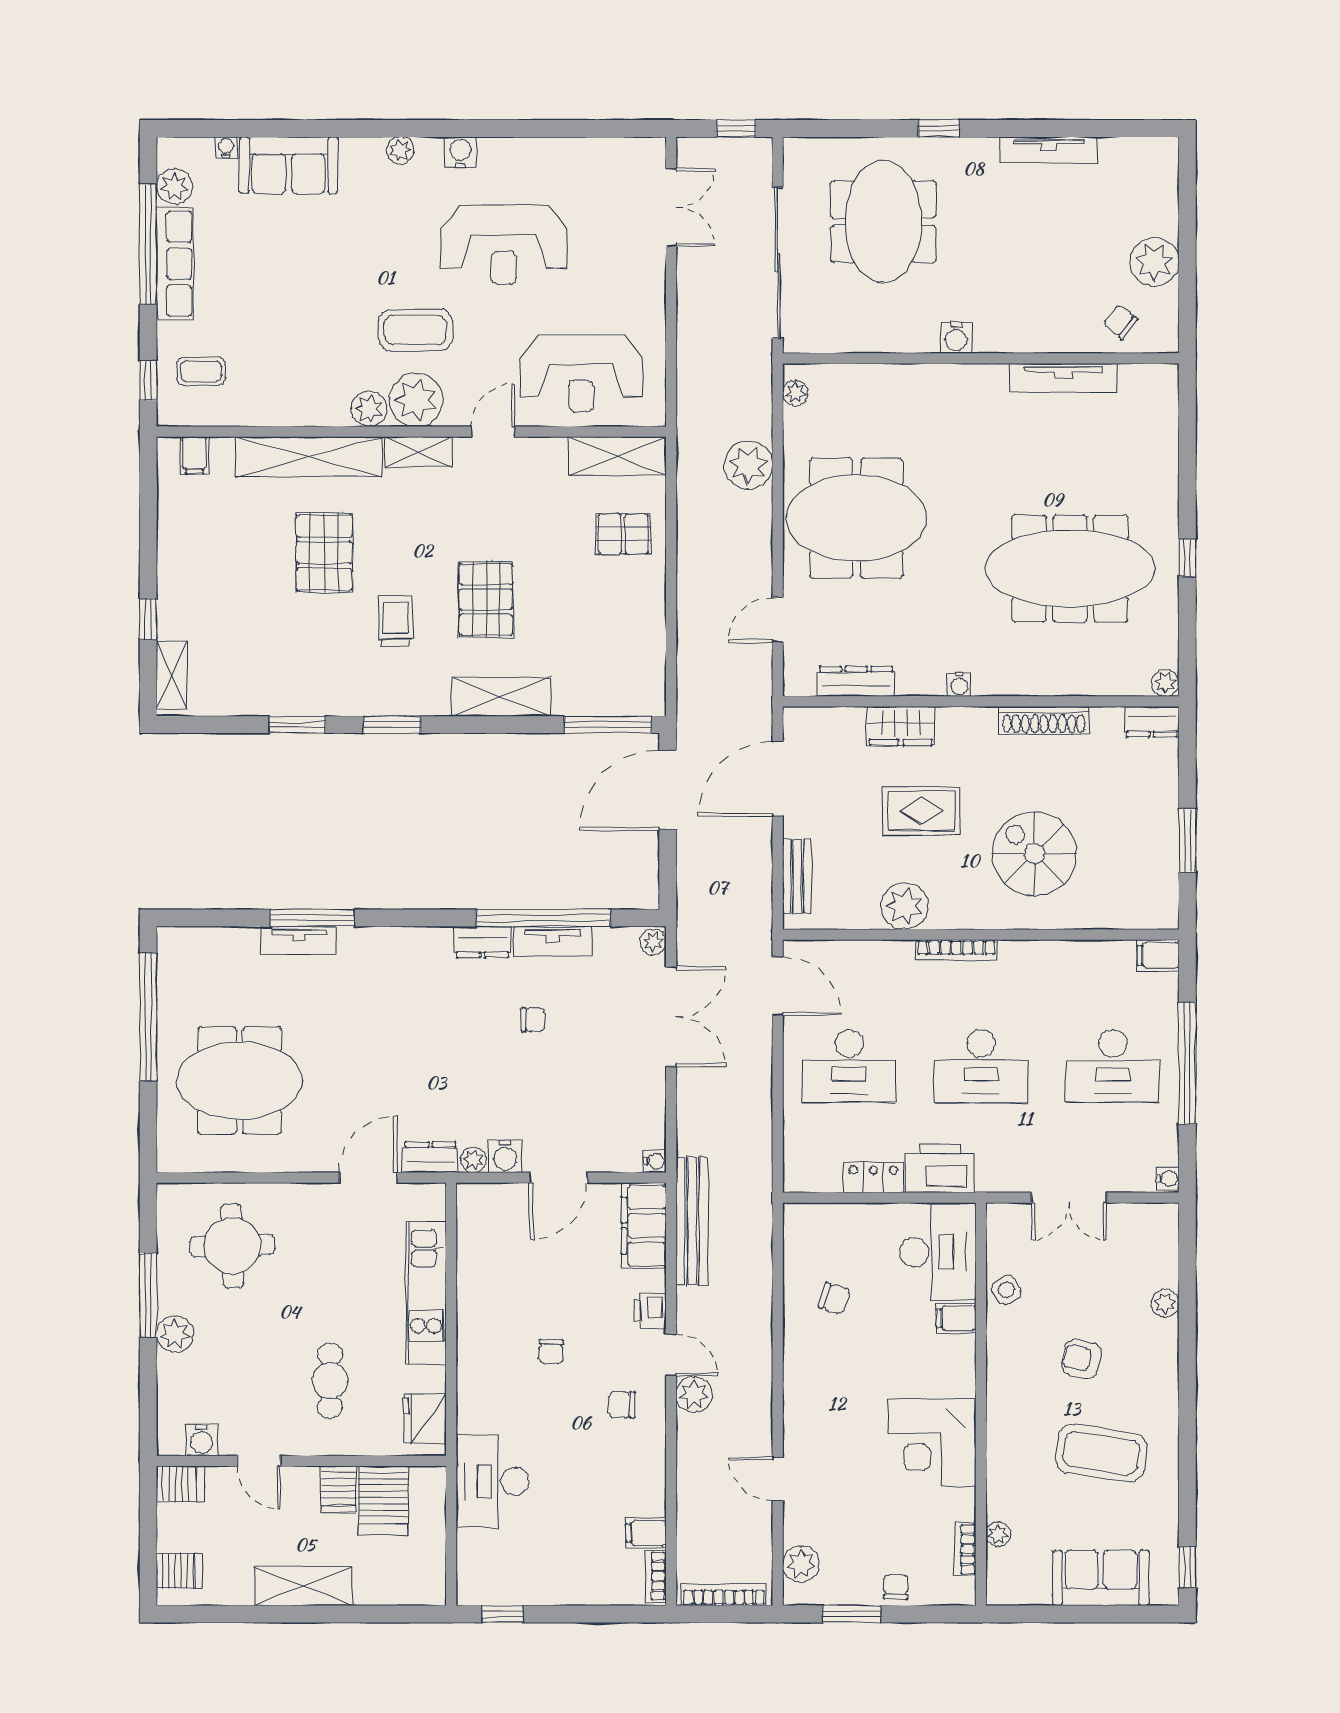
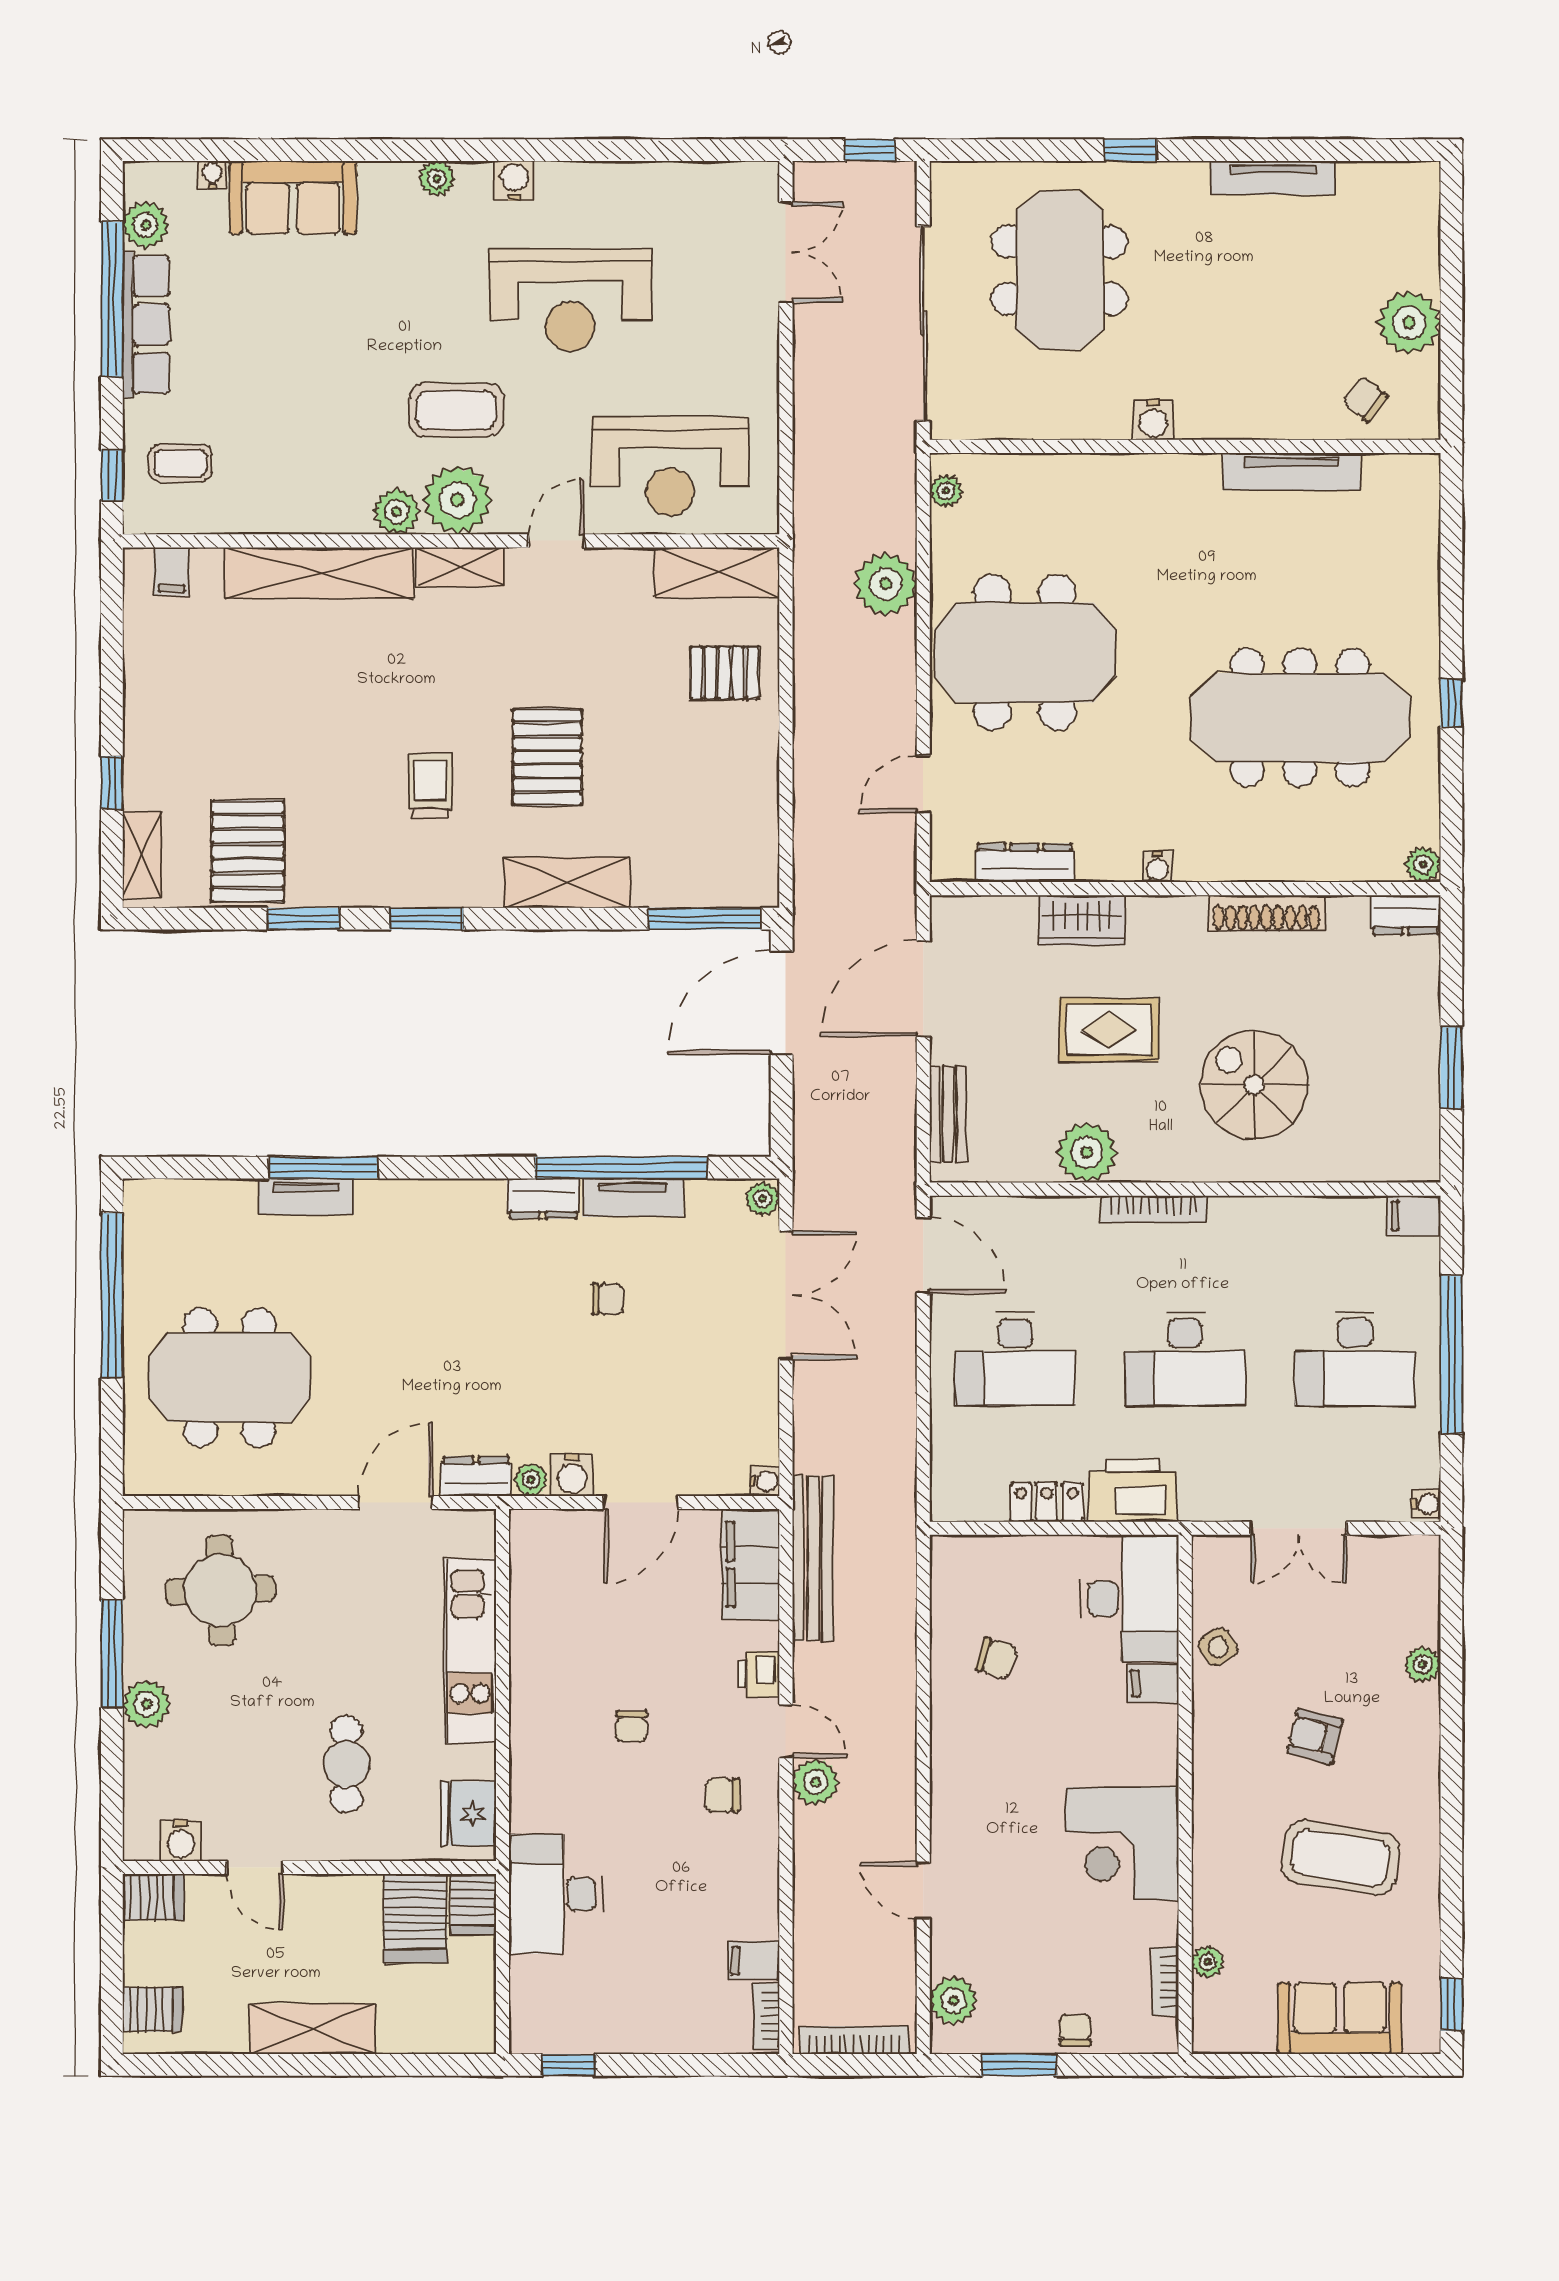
pallet: (324, 553) -> (248, 851), moved
server rack: (338, 1489) -> (473, 1904), moved

